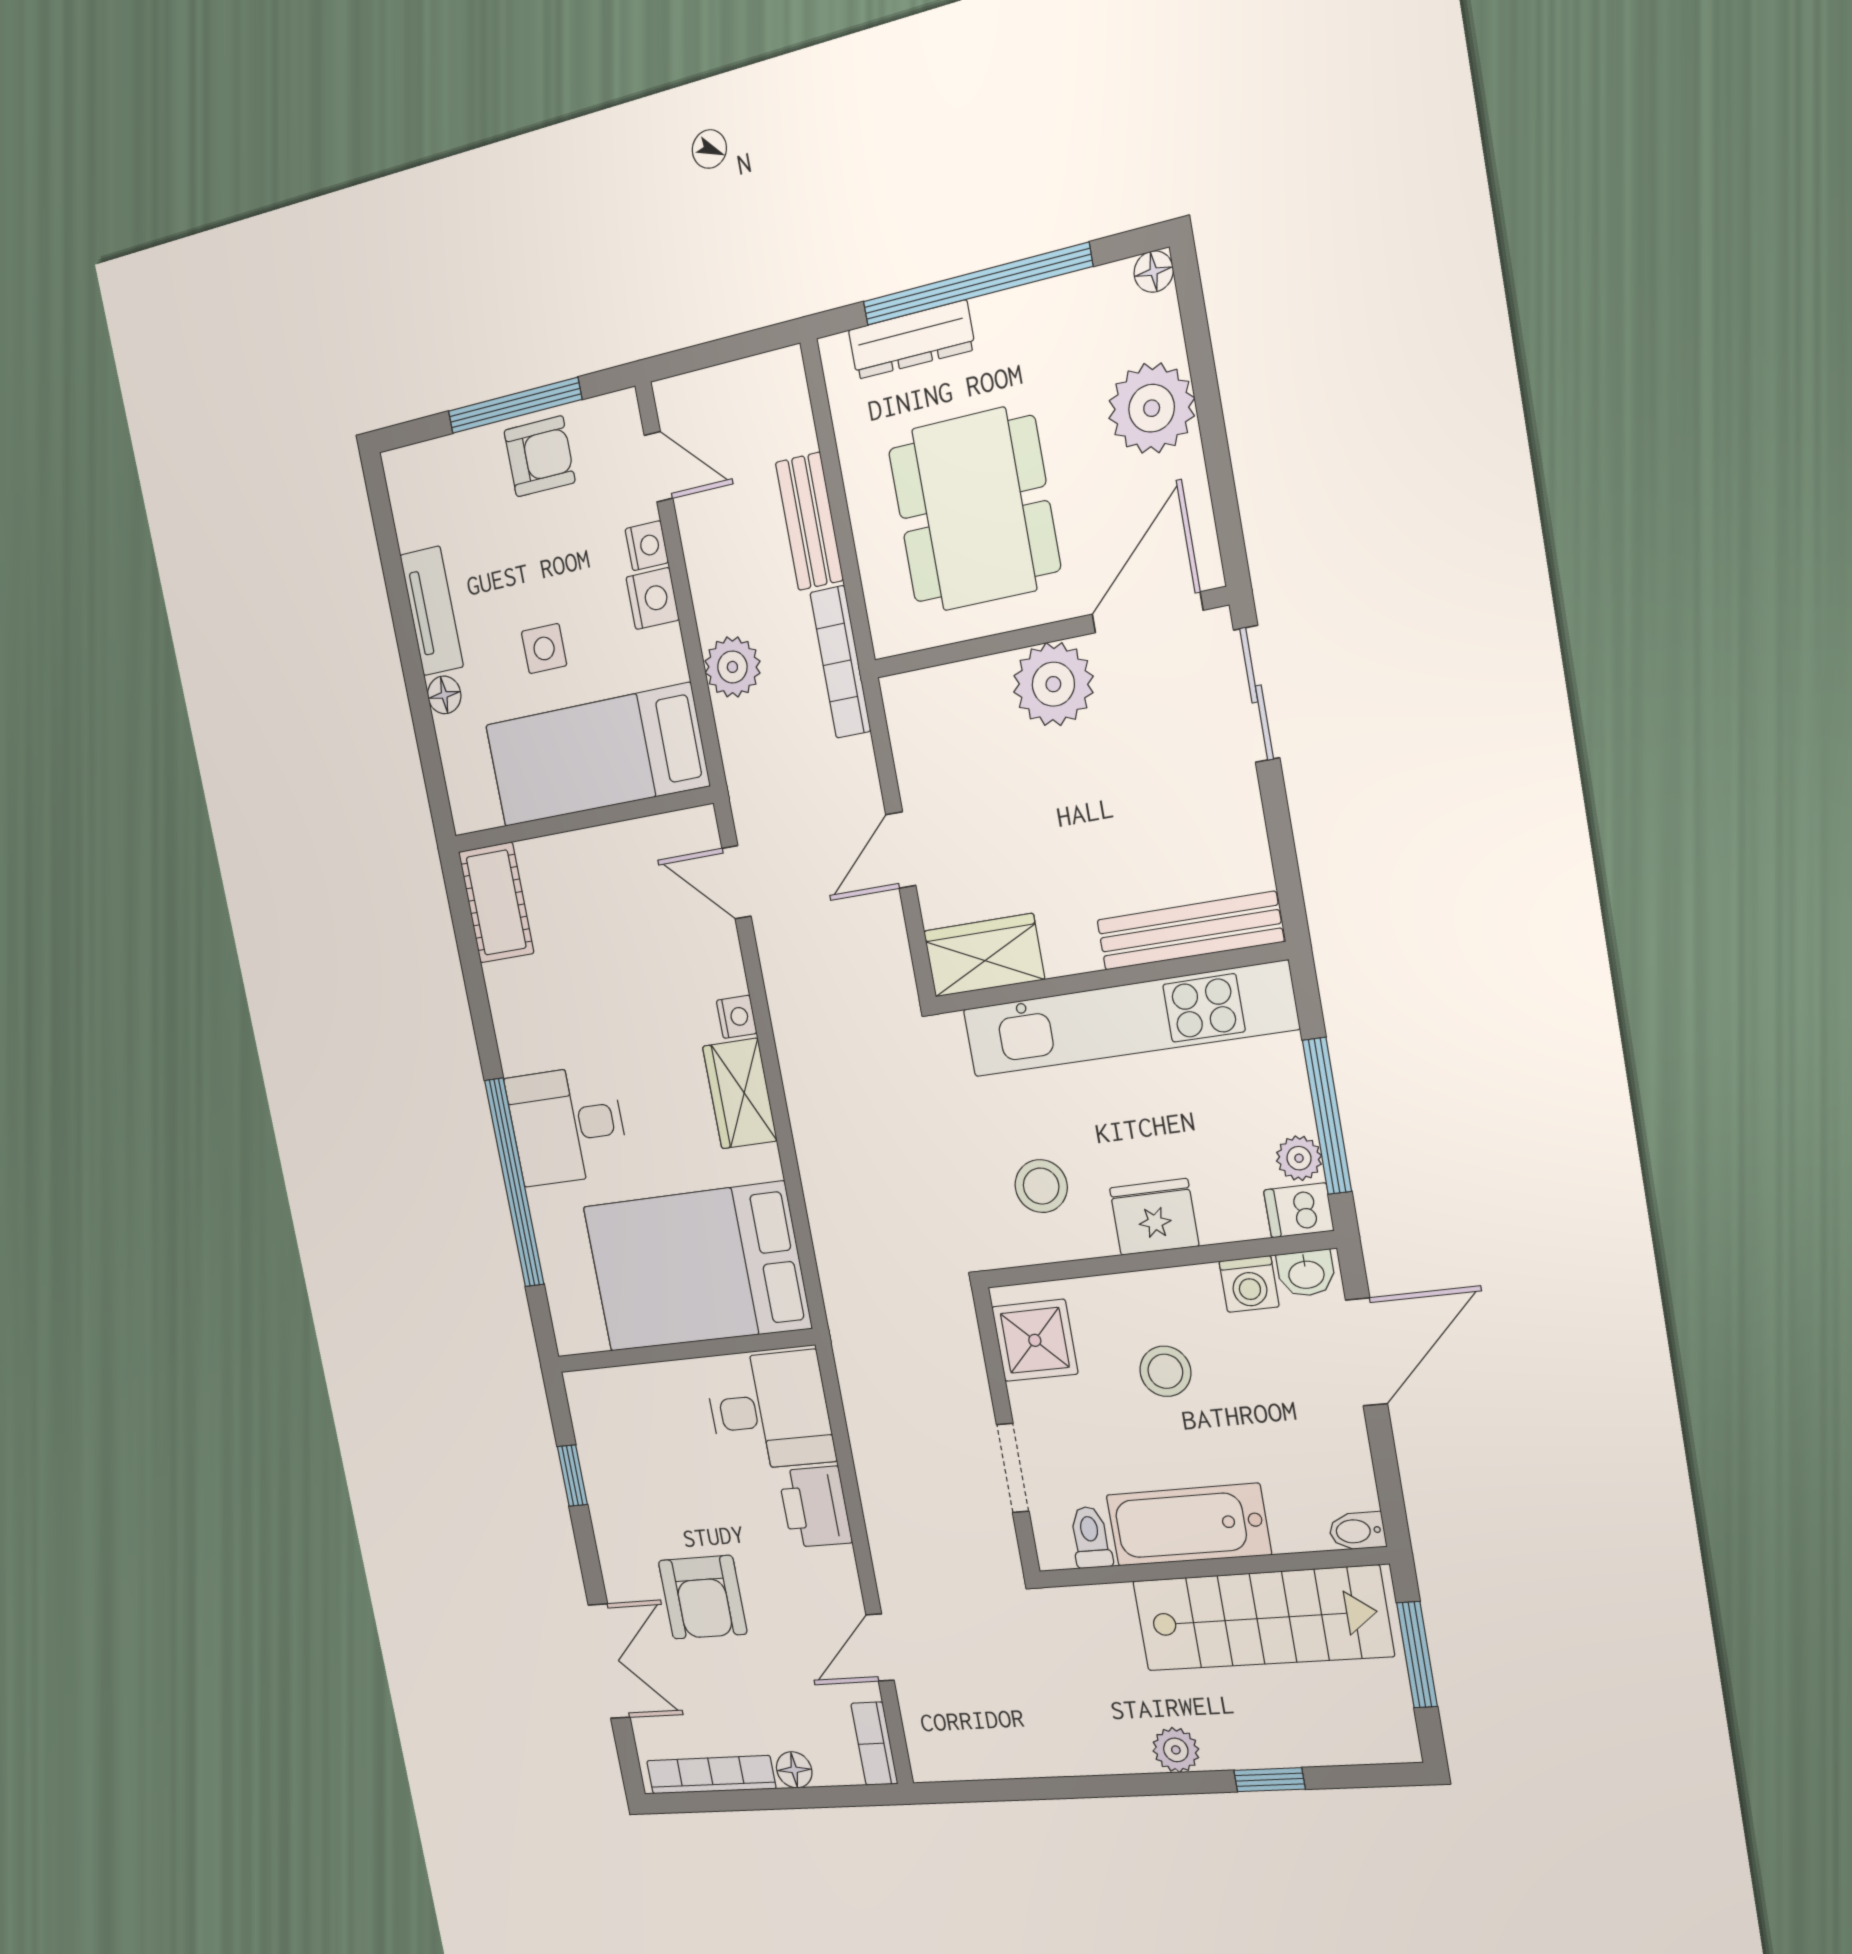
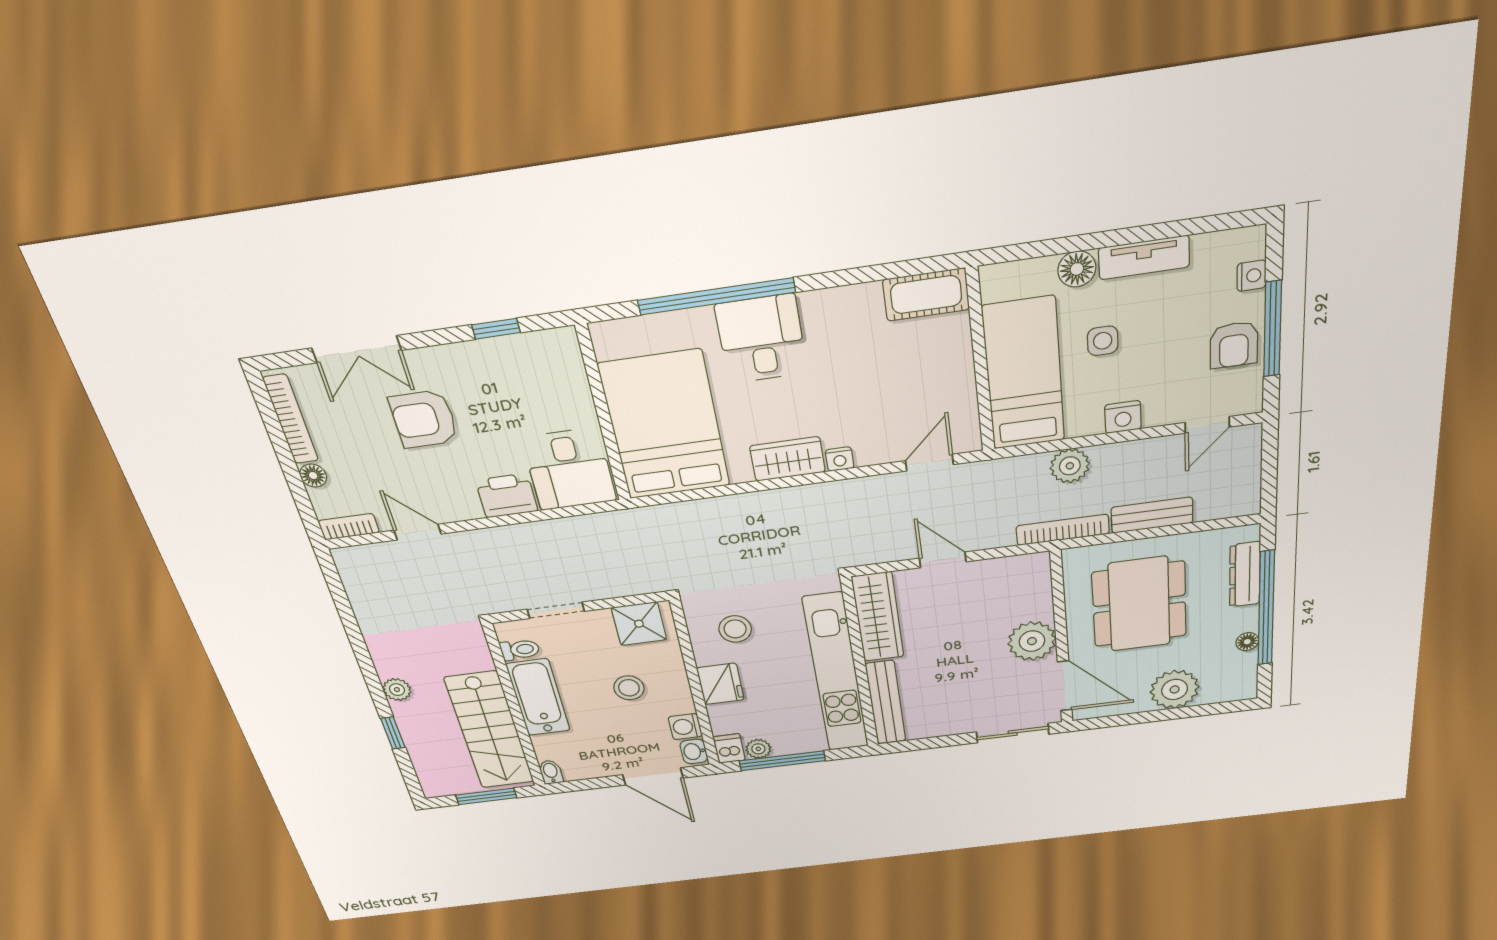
floor lamp: (1154, 272) -> (1247, 642), moved
dining table: (974, 510) -> (1139, 604), turned 90
nightstand: (647, 546) -> (1251, 276), moved, turned -90
floor lamp: (444, 695) -> (1077, 269), width x1.37, depth x1.37
wardrobe: (984, 955) -> (878, 617), width x1.50

